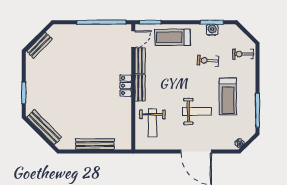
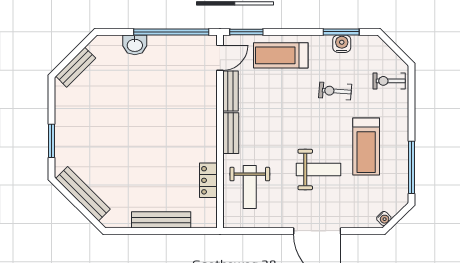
washbasin: (78, 31) -> (135, 45), added
locker: (126, 86) -> (208, 180), moved

